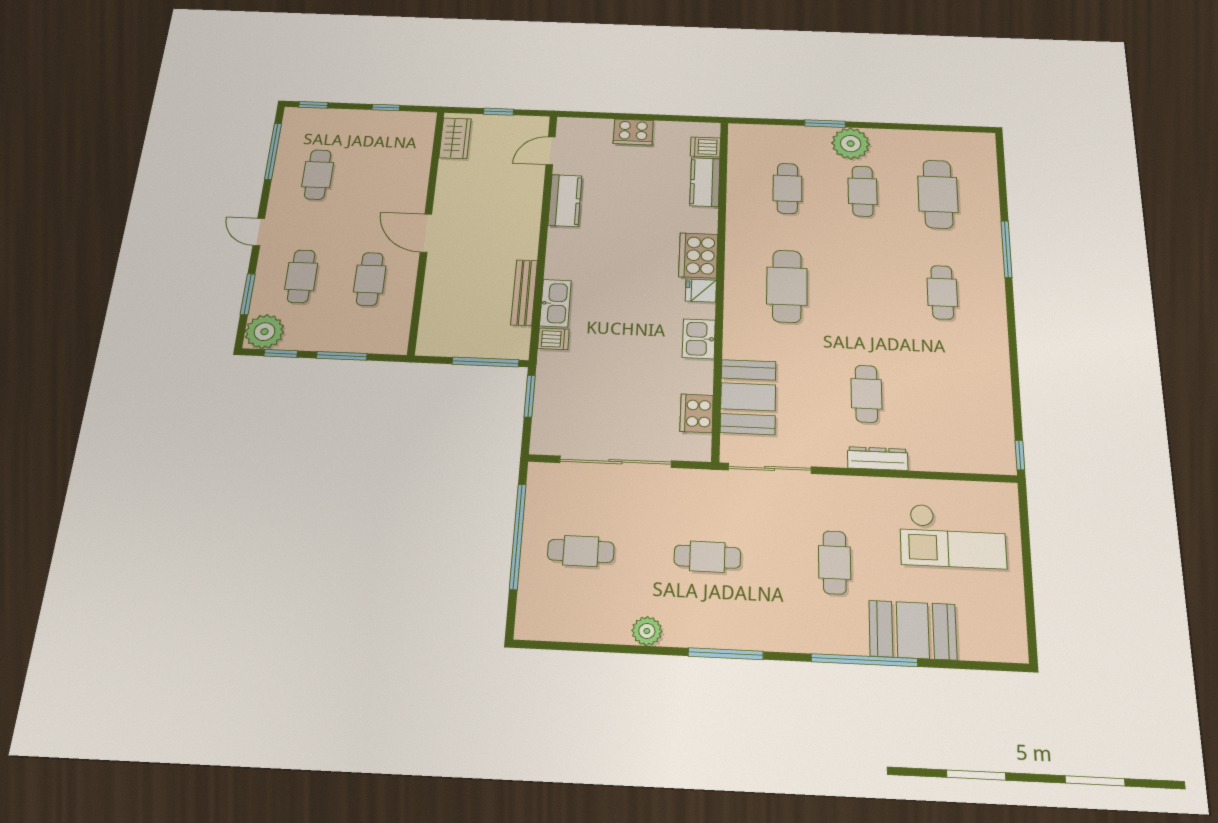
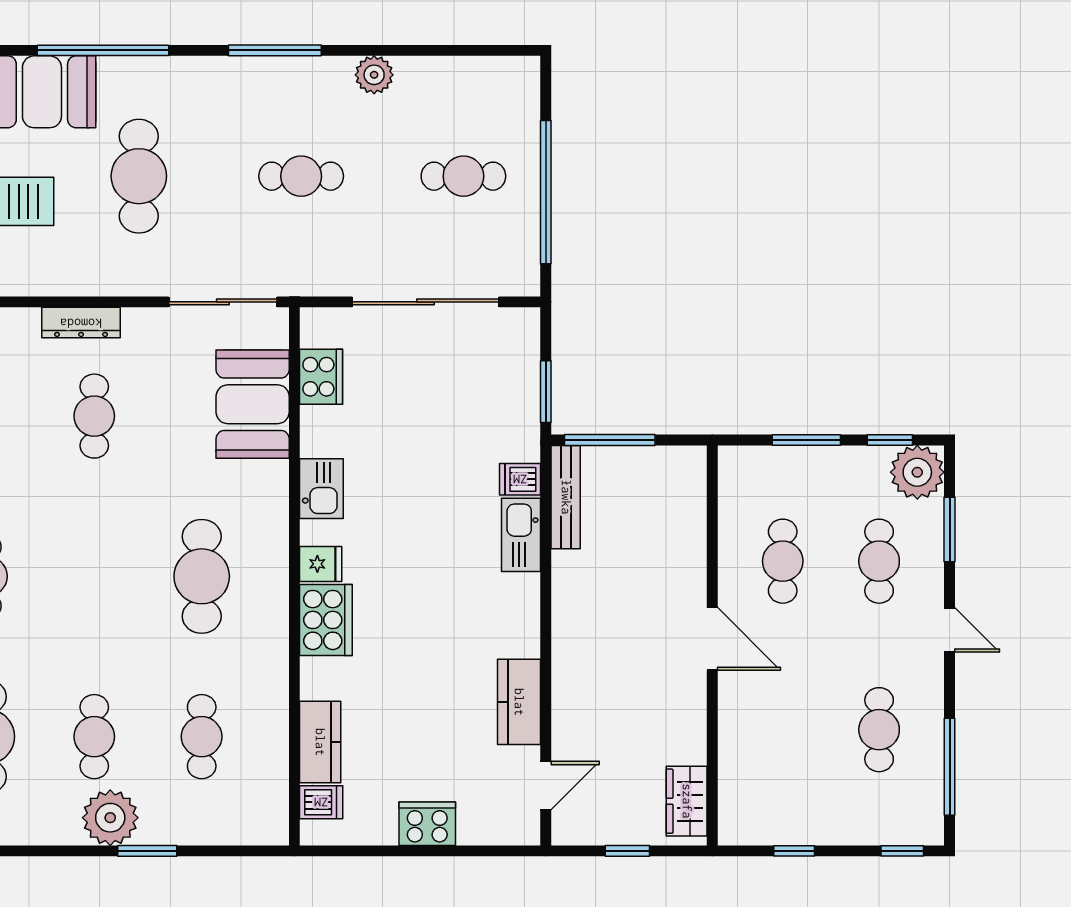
bench: (524, 292) -> (566, 497), moved
cafe table: (835, 562) -> (139, 176), width x1.37, depth x1.35

